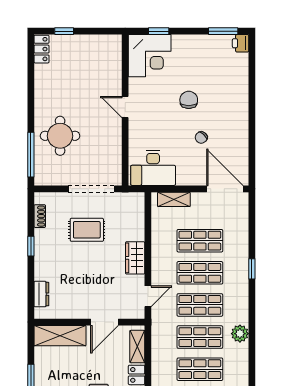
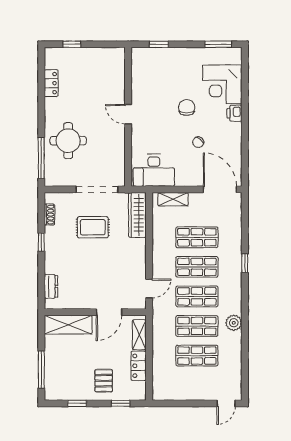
printer: (241, 43) -> (234, 113), moved
locker: (42, 49) -> (51, 83), moved
corner desk: (150, 56) -> (222, 84), moved, turned 90
wardrobe: (135, 258) -> (137, 215), moved, width x1.50

